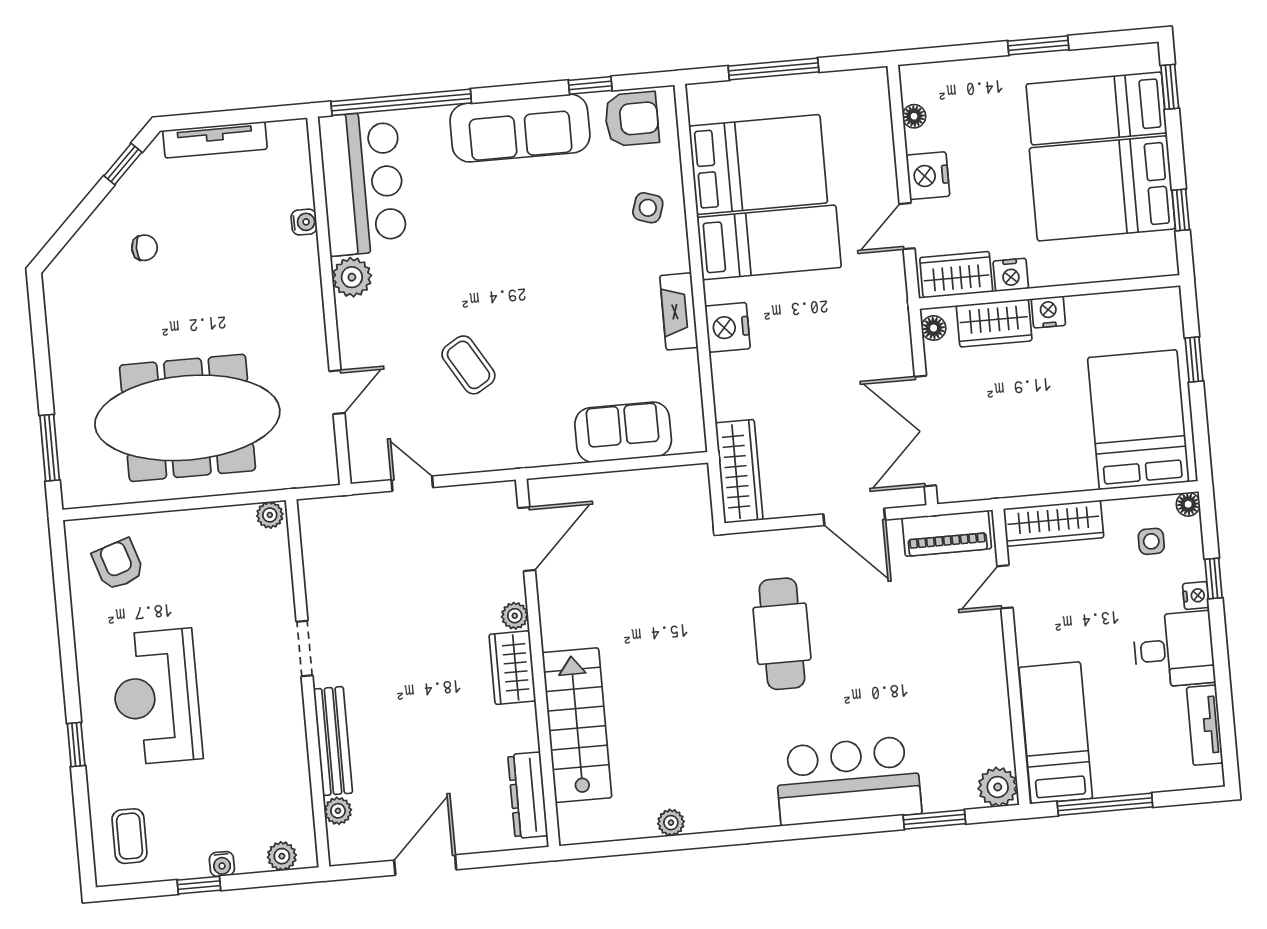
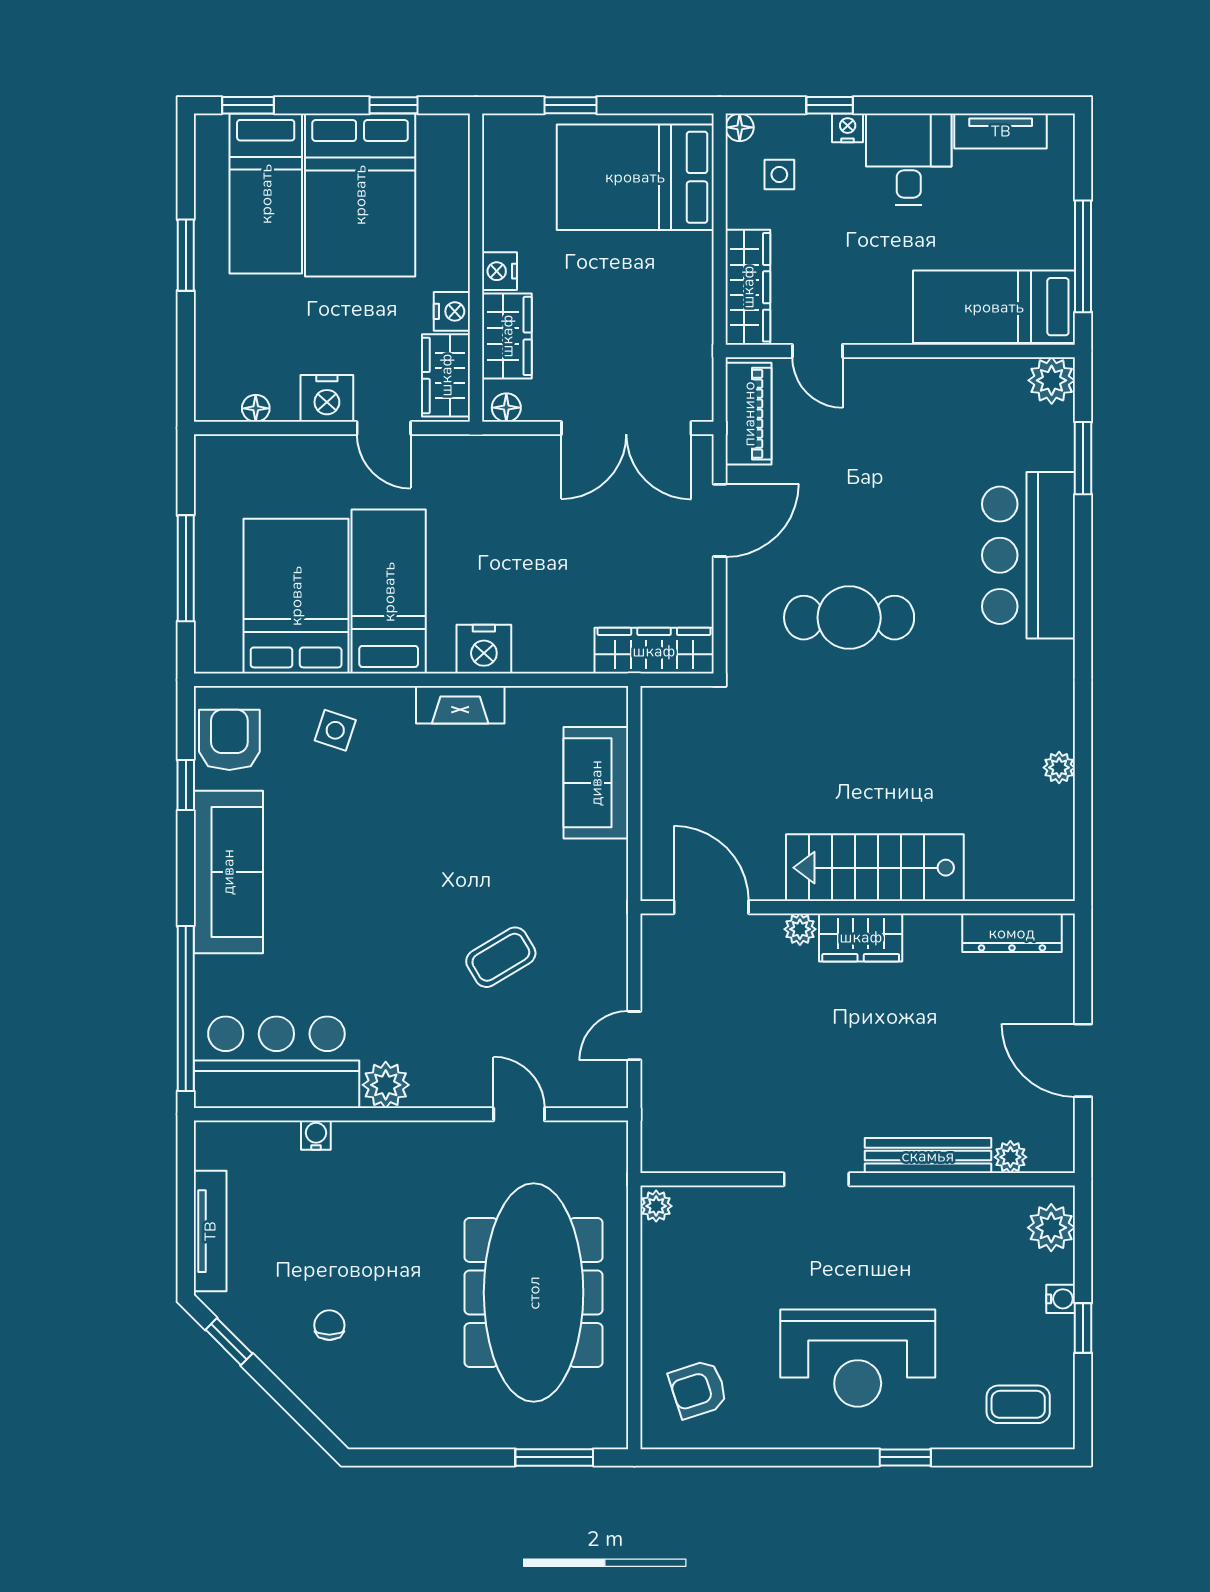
stairs: (577, 725) -> (875, 868), moved
plant: (282, 856) -> (1051, 1228), width x1.38, depth x1.38

